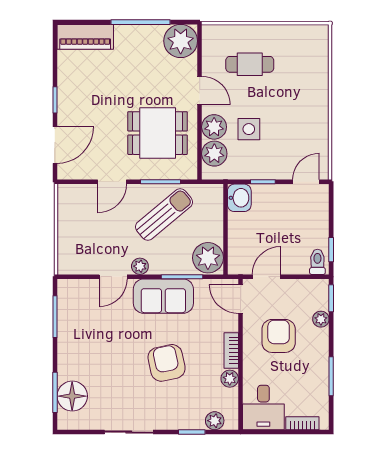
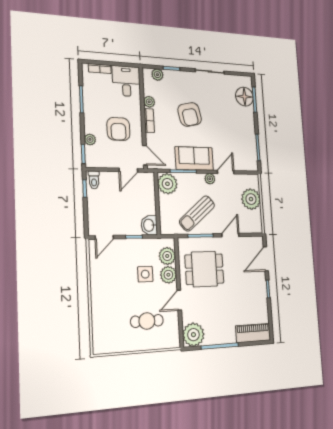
door: (200, 90) -> (179, 300), hinge flipped
plant: (73, 236) -> (251, 199), added

